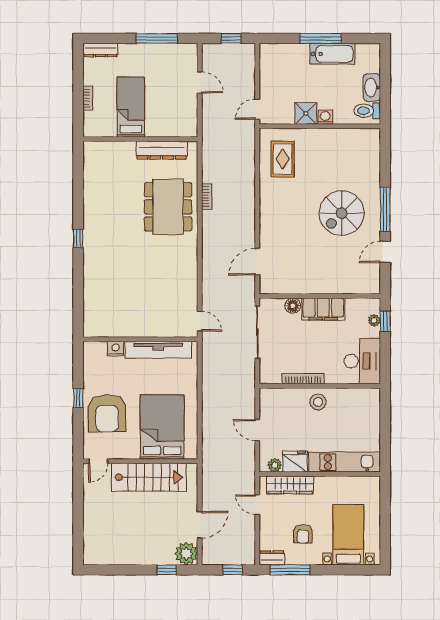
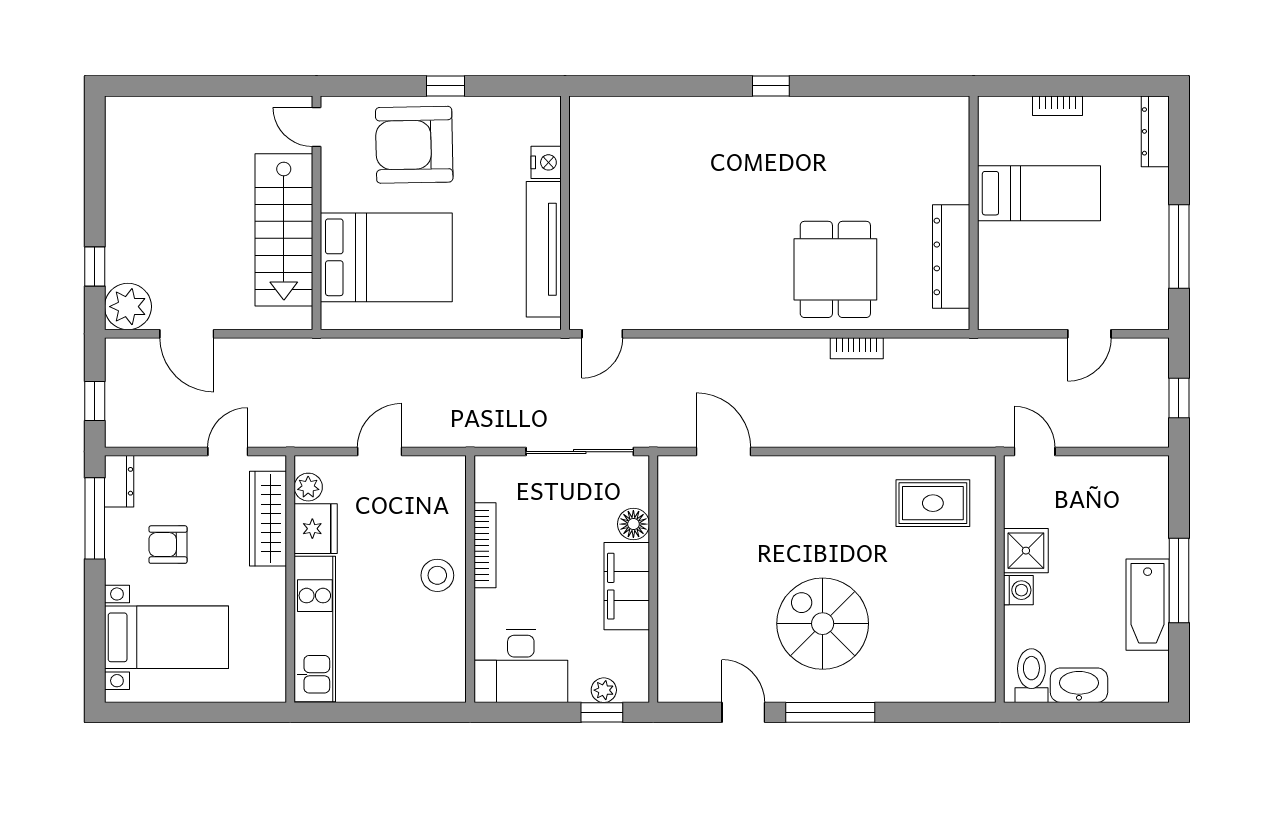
dining table: (168, 207) -> (835, 269), width x0.73

